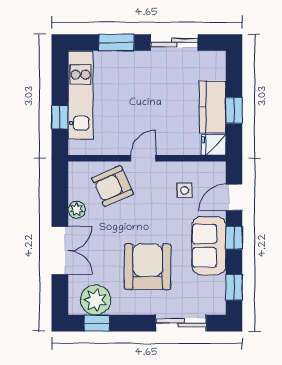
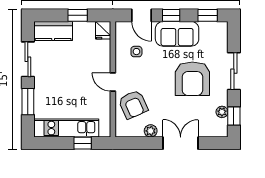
kitchen counter: (213, 107) -> (53, 31), moved
armchair: (148, 267) -> (192, 79), turned -90
plant: (96, 300) -> (222, 112), width x0.53, depth x0.53
sliding door: (181, 323) -> (234, 71), moved

